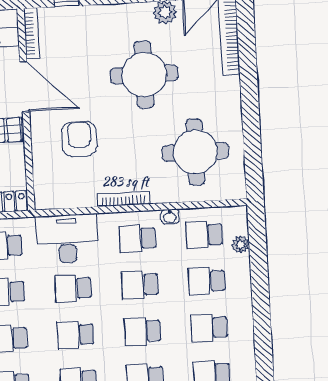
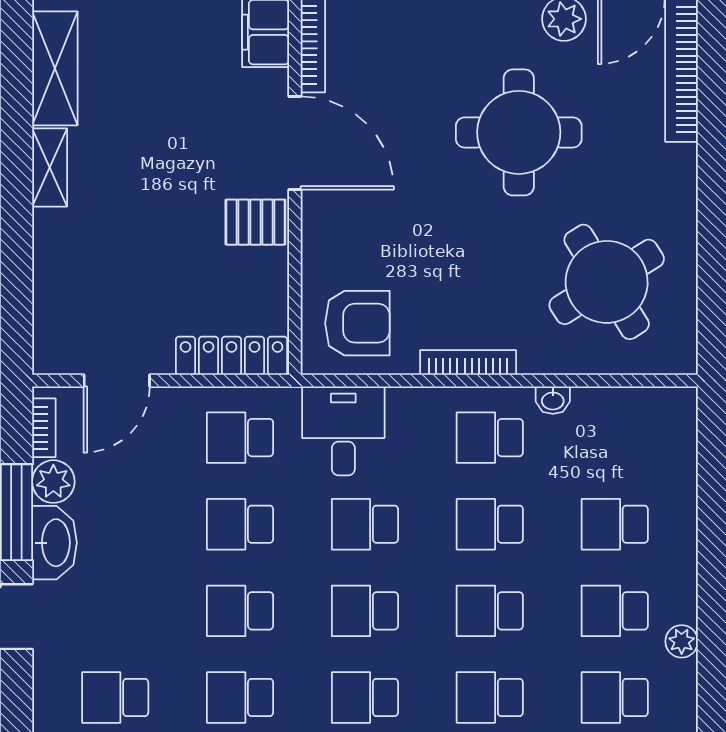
armchair: (79, 139) -> (357, 323), moved, turned 90
round table: (195, 152) -> (607, 282), turned -32
school desk: (204, 235) -> (615, 438), removed
desk: (67, 239) -> (343, 431), width x0.73
plant: (241, 244) -> (682, 641), moved

